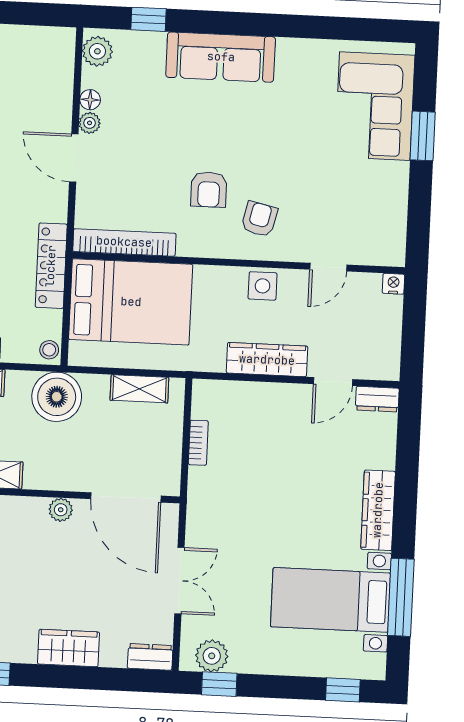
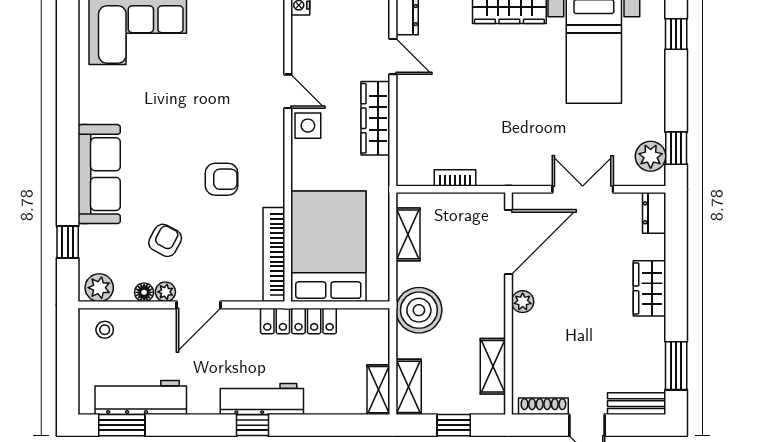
armchair: (259, 219) -> (165, 240), moved, turned 105
door: (328, 267) -> (288, 91), moved
stool: (49, 350) -> (105, 330), moved

